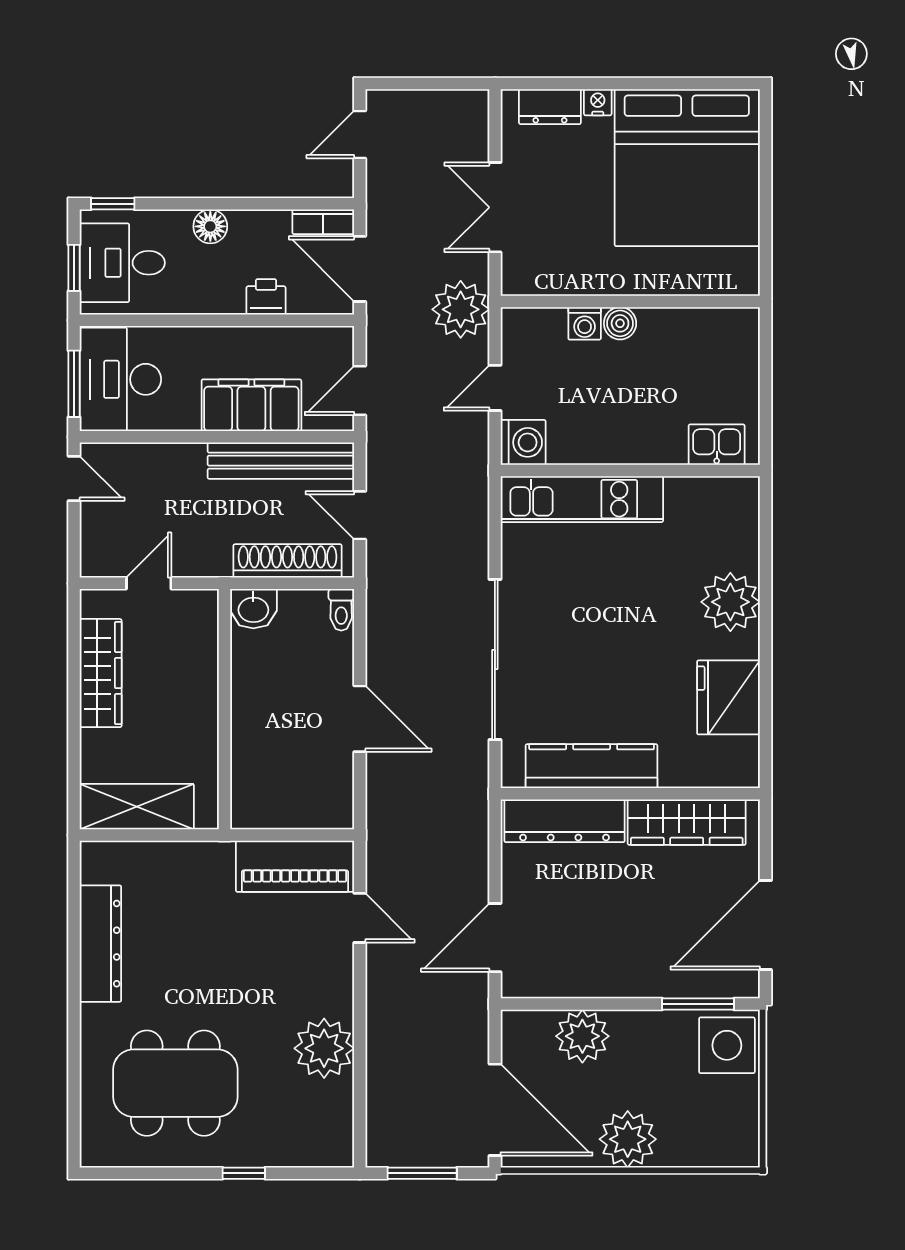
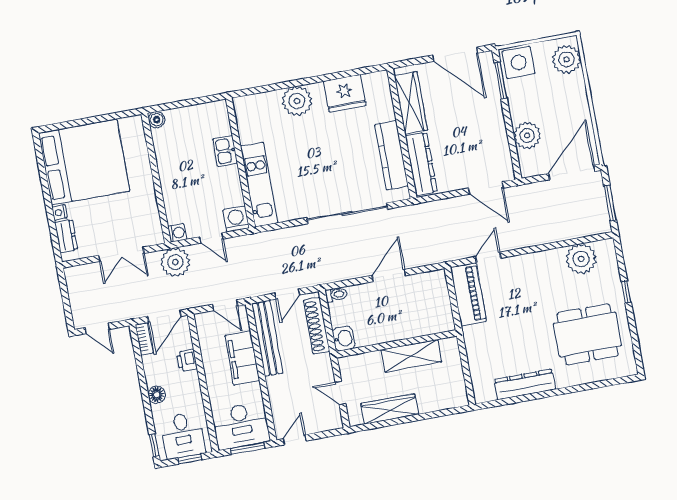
washing machine: (585, 323) -> (177, 233), moved
boiler: (620, 323) -> (157, 120), moved
kitchen sink: (717, 445) -> (225, 151), moved
shelving: (137, 807) -> (411, 356), moved, turned 90
plant: (324, 1048) -> (581, 259), moved
dining table: (175, 1083) -> (588, 334), turned 90
plant: (628, 1139) -> (566, 59), moved

